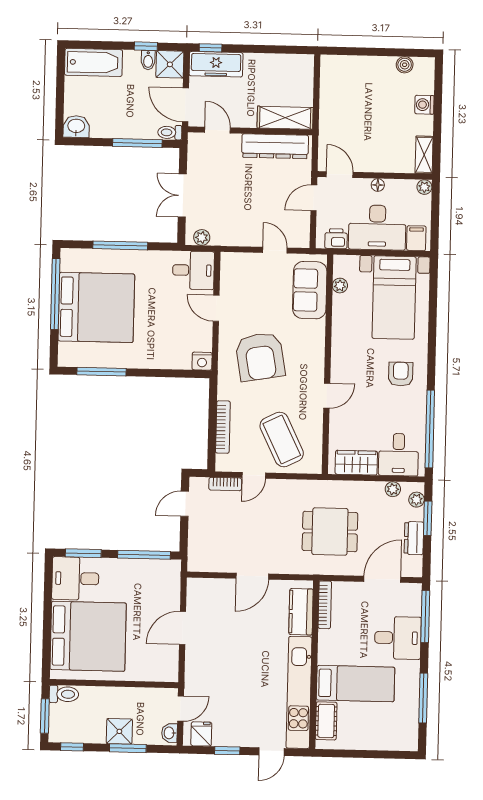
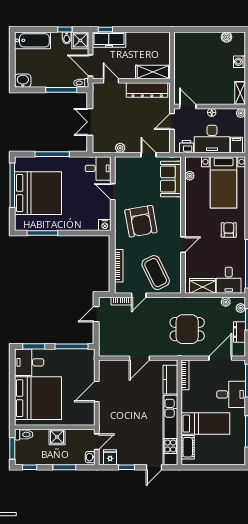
plant: (202, 237) -> (120, 148), moved
shower: (119, 731) -> (57, 437), moved

